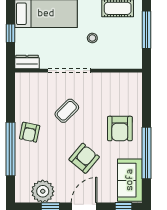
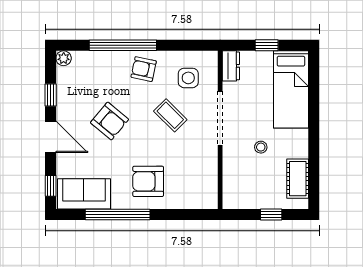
window: (147, 30) -> (271, 214), width x0.46
side table: (37, 96) -> (188, 78), added
armchair: (84, 158) -> (109, 121), moved
plant: (43, 191) -> (64, 58), moved, width x0.53, depth x0.53

